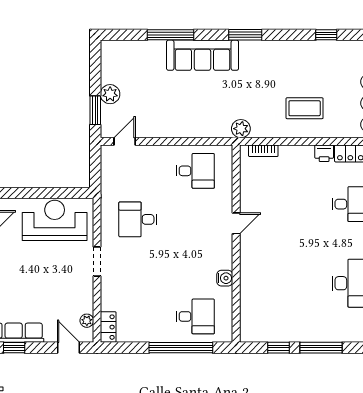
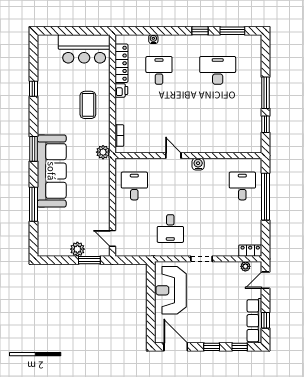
sofa: (203, 55) -> (52, 171), width x1.36, depth x1.27
water cooler: (225, 278) -> (198, 164), moved

